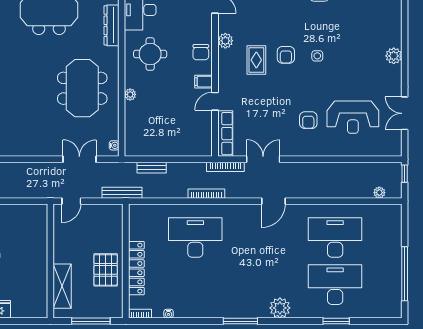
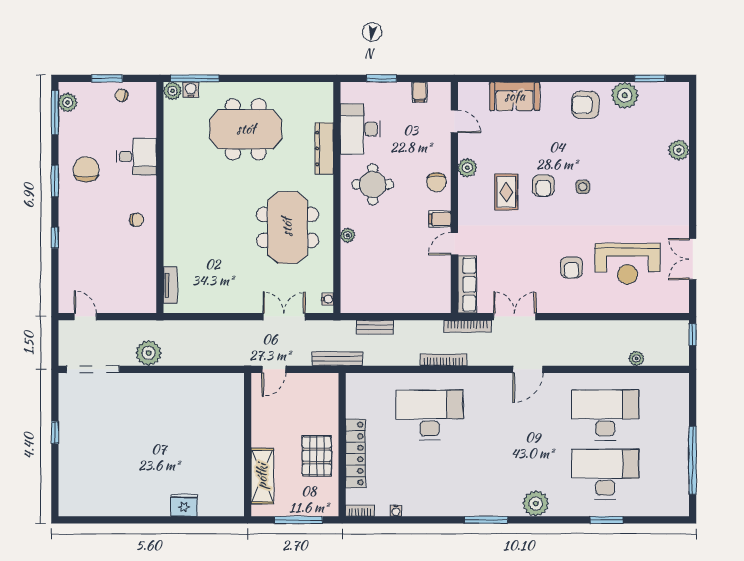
plant: (394, 56) -> (679, 150), moved
plant: (379, 193) -> (637, 358), moved

